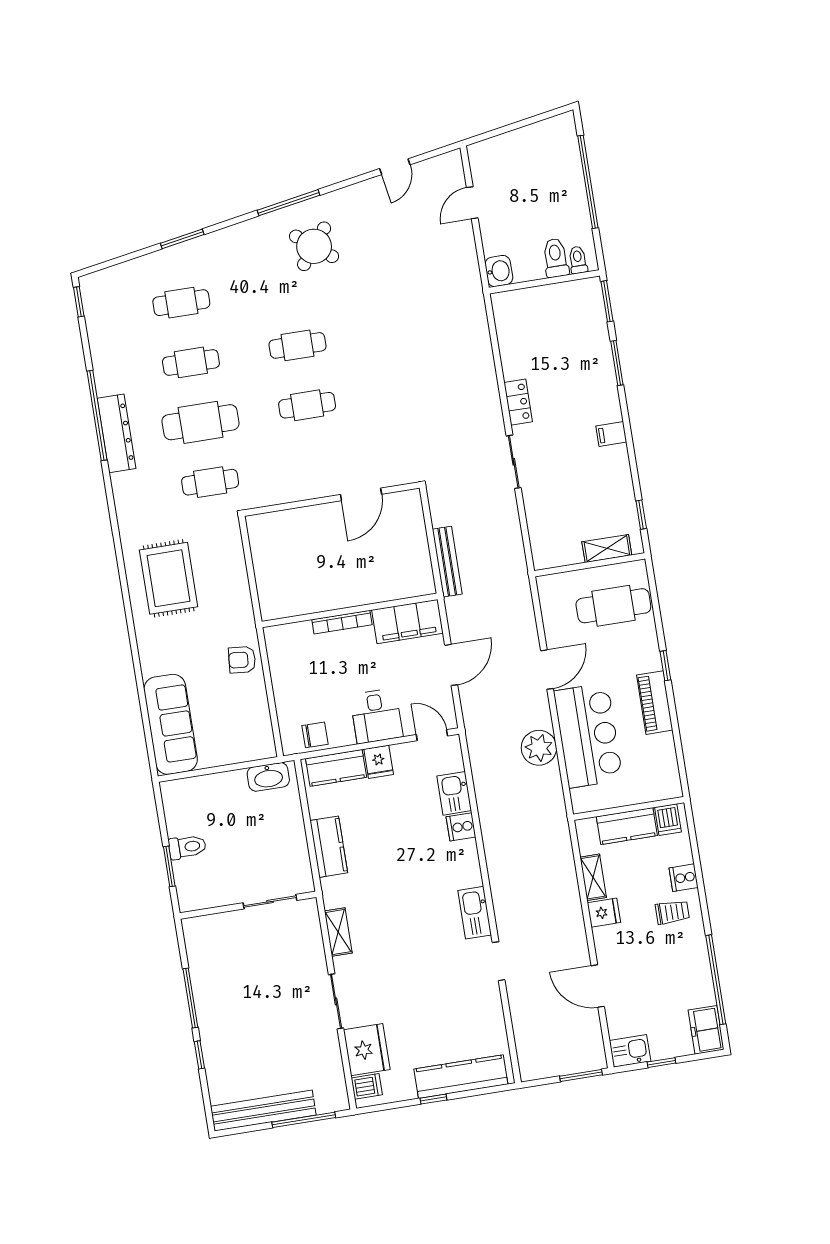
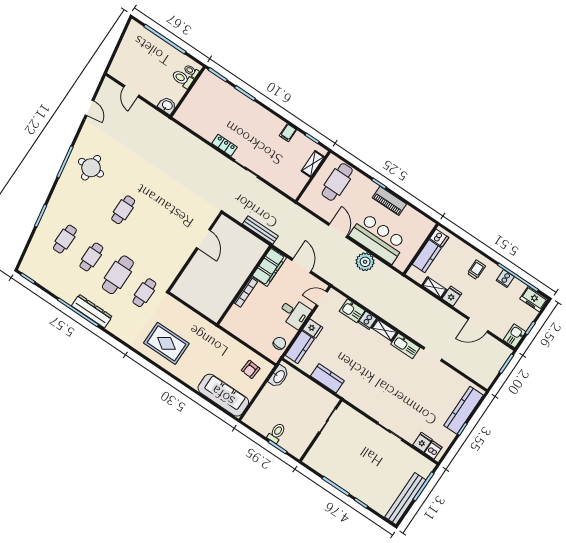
round table: (314, 246) -> (91, 168), turned -38
cafe table: (307, 405) -> (150, 228), removed
filing cabinet: (611, 434) -> (288, 133), moved
armchair: (242, 660) -> (251, 369), moved
cooker: (684, 878) -> (505, 279), moved
shelving: (338, 932) -> (384, 330), moved
fridge: (367, 1050) -> (423, 442), width x0.53, depth x0.75

